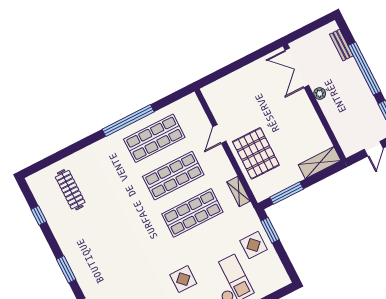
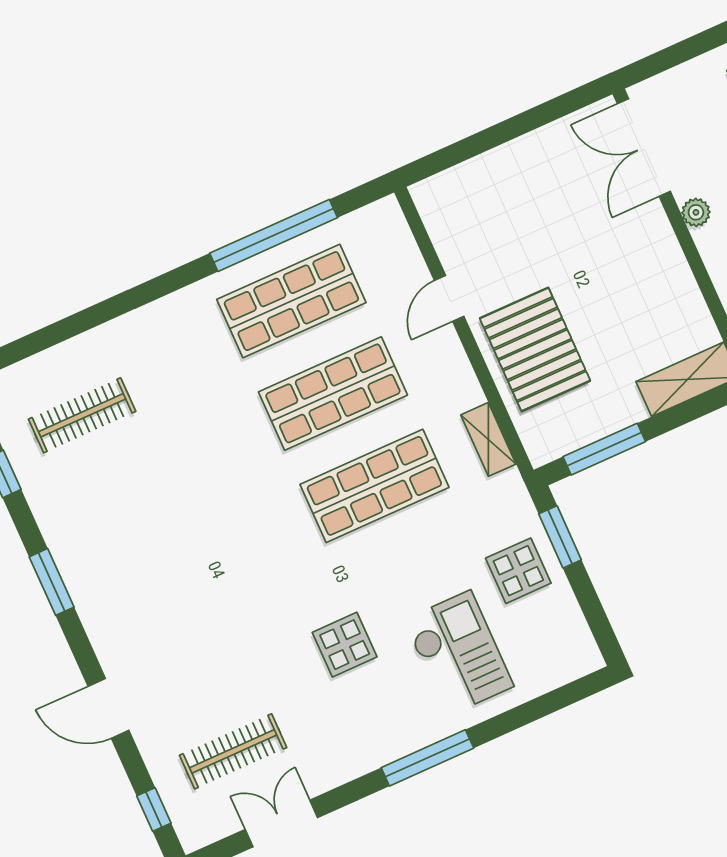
window: (128, 120) -> (274, 235), moved
clothes rail: (70, 190) -> (82, 415), turned 90
window: (66, 269) -> (52, 582), moved

